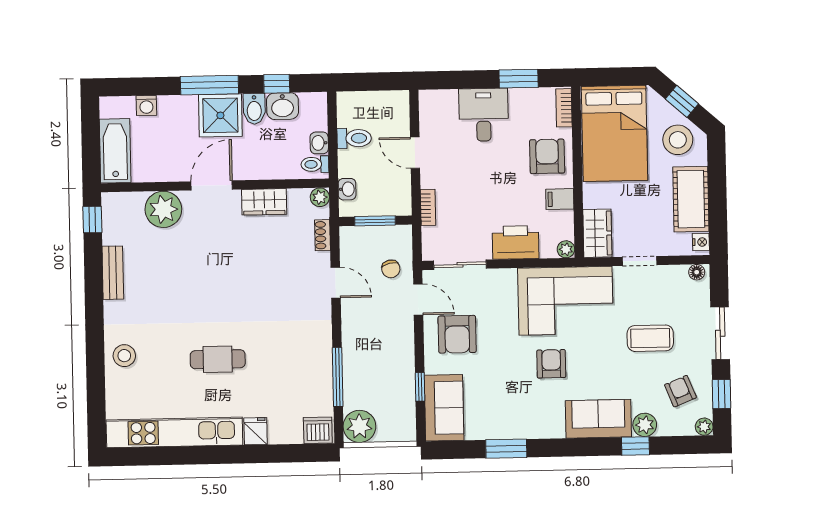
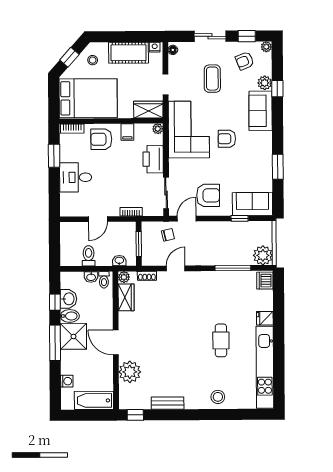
stool: (678, 140) -> (93, 60), width x0.53, depth x0.53
wardrobe: (264, 202) -> (126, 297), moved

